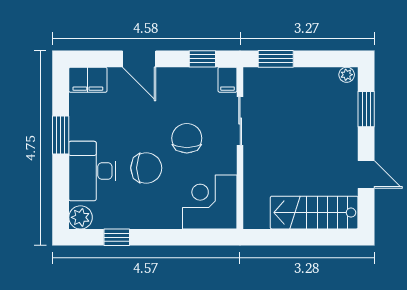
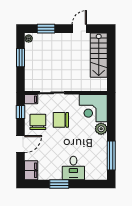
window: (276, 59) -> (20, 58), moved
chair: (146, 168) -> (38, 122), moved
desk: (92, 171) -> (73, 168), width x0.73
plant: (81, 217) -> (101, 129), moved
window: (117, 237) -> (111, 156), width x2.17

